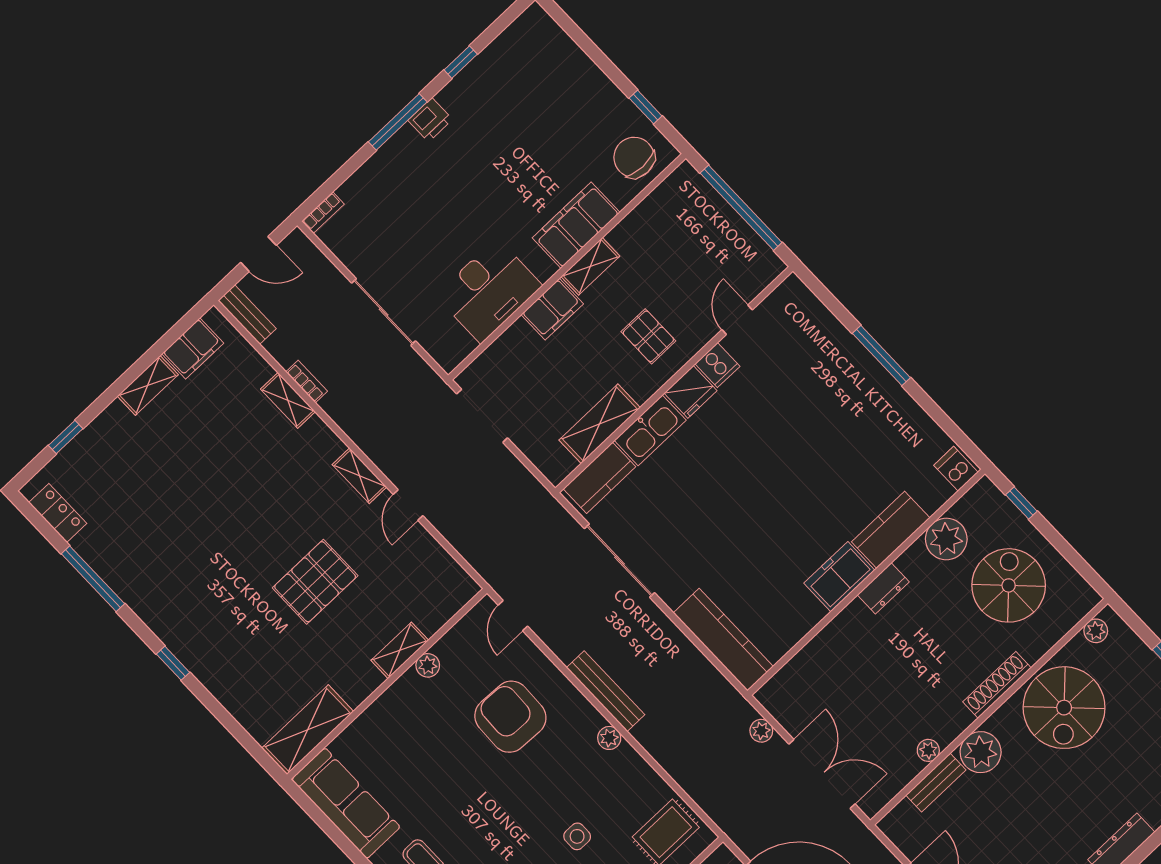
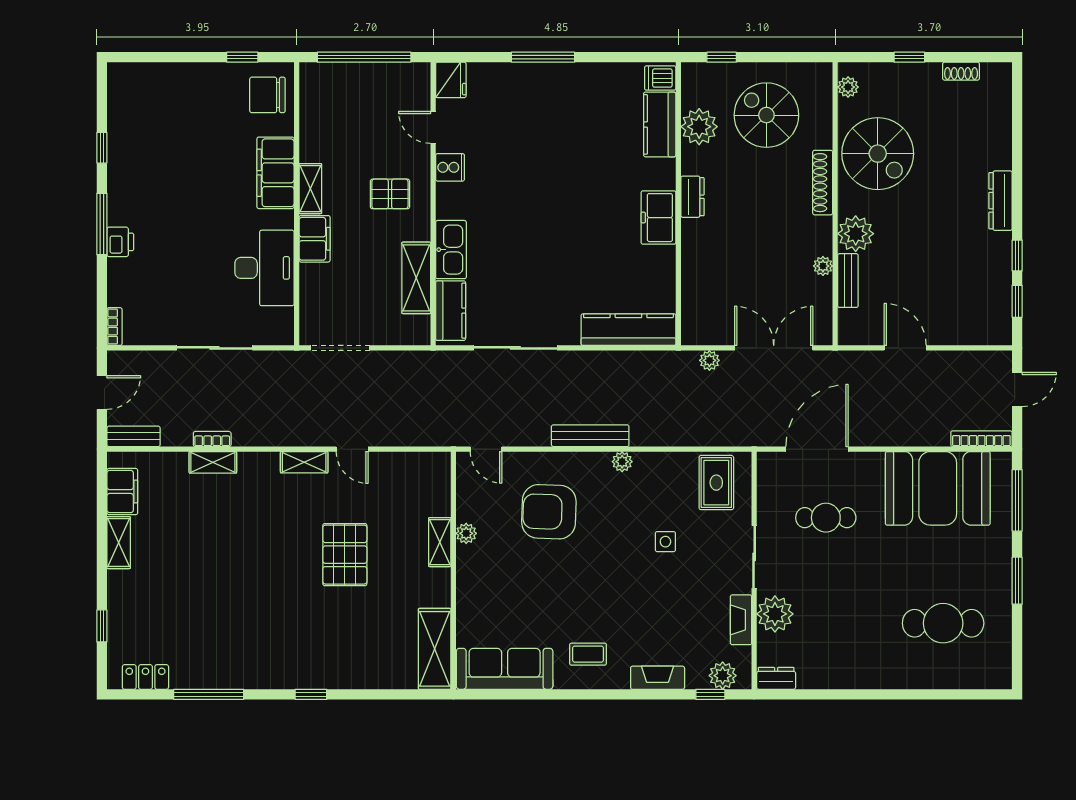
printer: (430, 120) -> (120, 242), moved
fridge: (690, 392) -> (451, 80), moved
kitchen counter: (891, 530) -> (660, 124), moved

